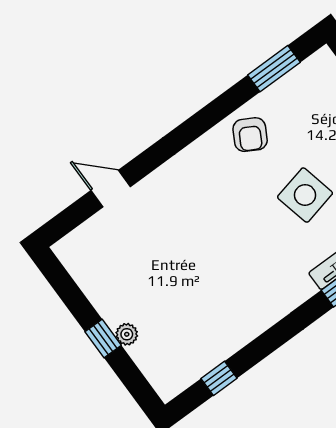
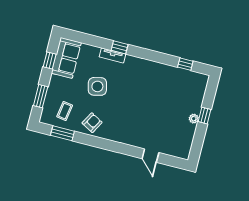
coffee table: (309, 104) -> (65, 111), added
plant: (127, 334) -> (194, 119), moved

